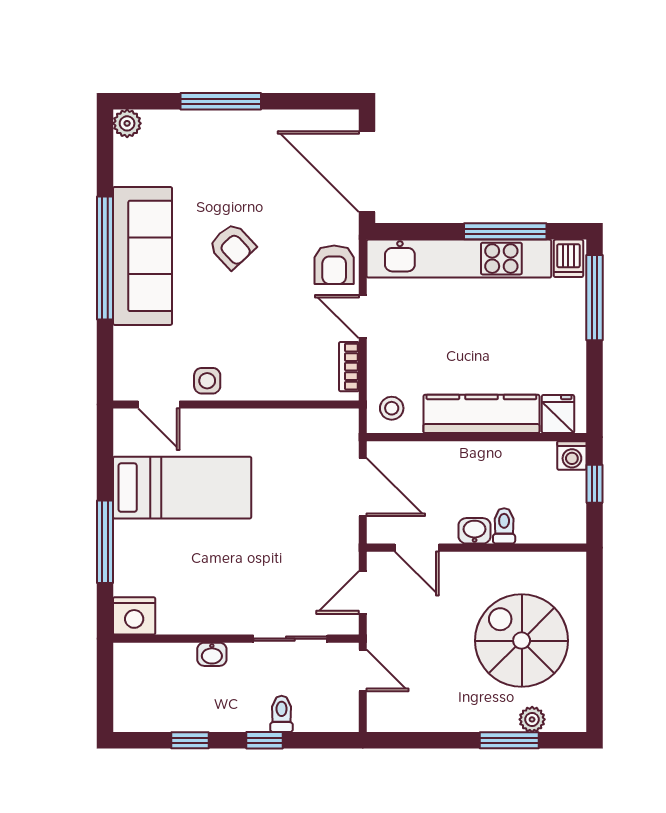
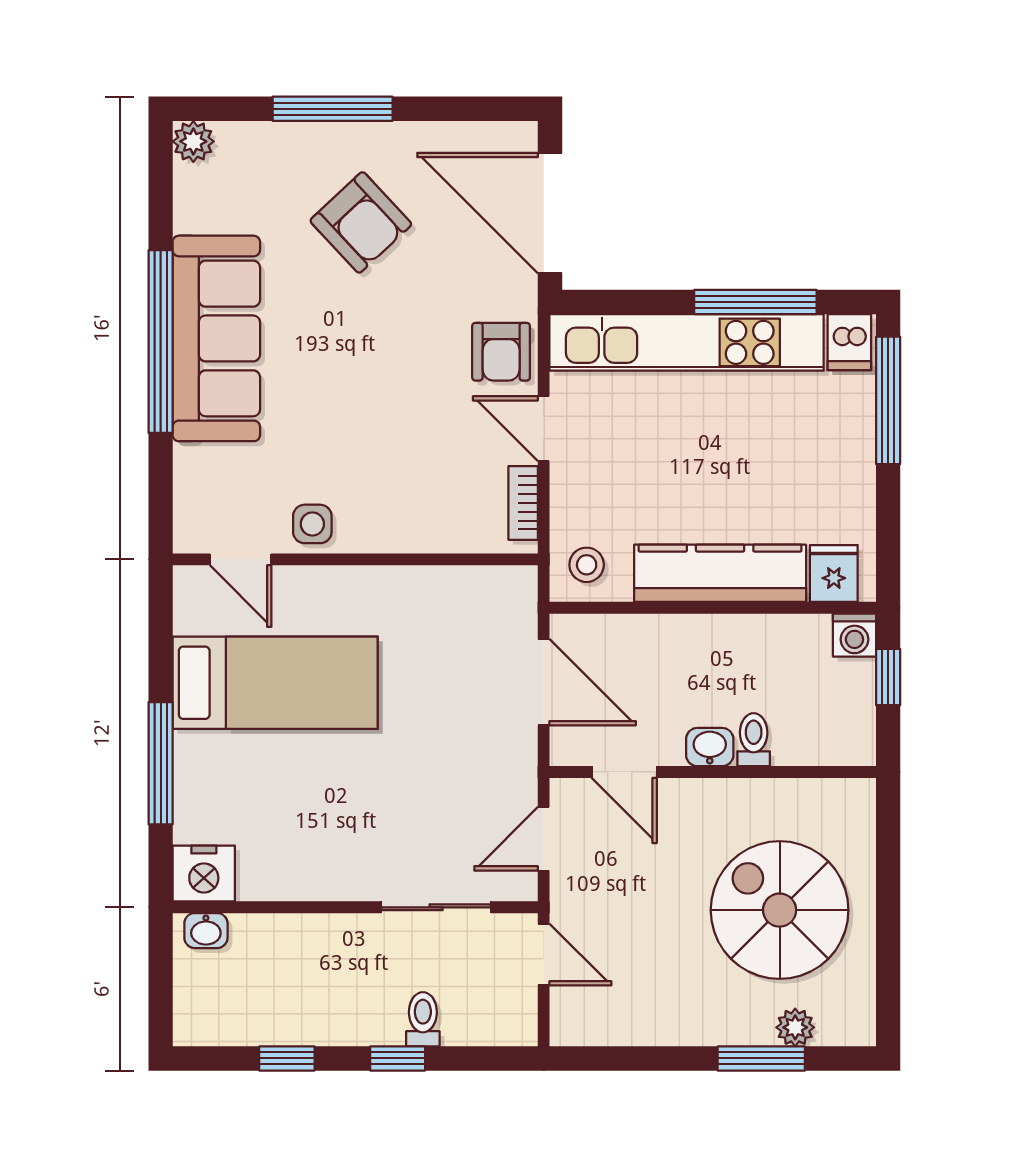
armchair: (232, 246) -> (361, 222), moved, width x1.38, depth x1.38
washbasin: (212, 654) -> (206, 931), moved

